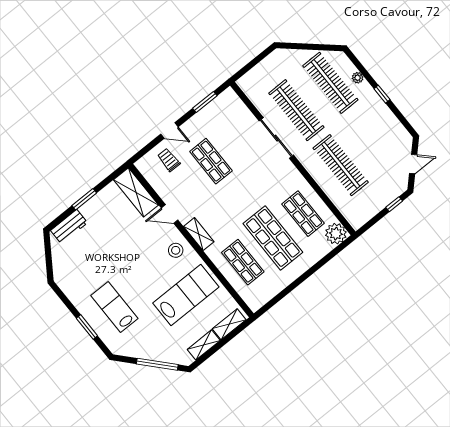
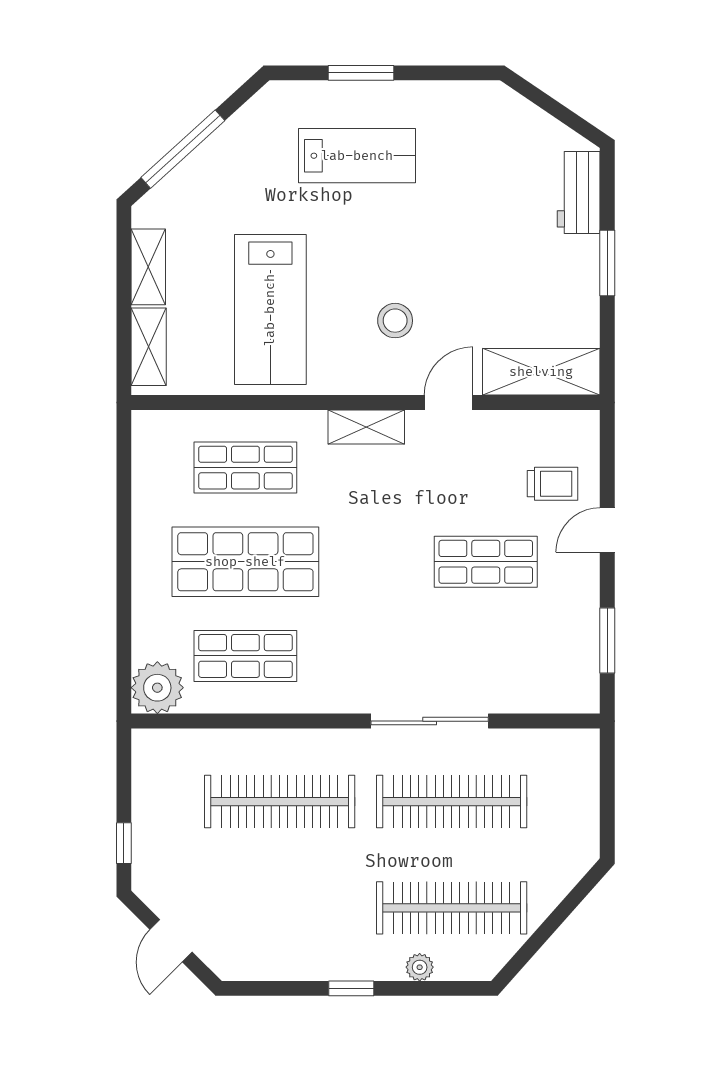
stool: (176, 250) -> (395, 321), moved

